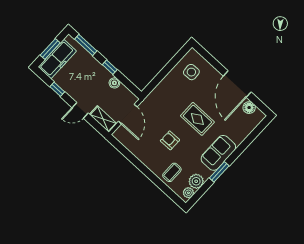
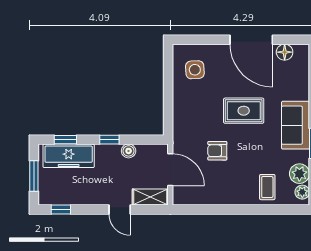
window: (86, 45) -> (65, 140), width x0.67
freezer: (57, 59) -> (69, 156), moved, turned 90
window: (57, 89) -> (61, 209), moved
door: (80, 110) -> (120, 209), hinge flipped
armchair: (170, 140) -> (217, 151), moved

